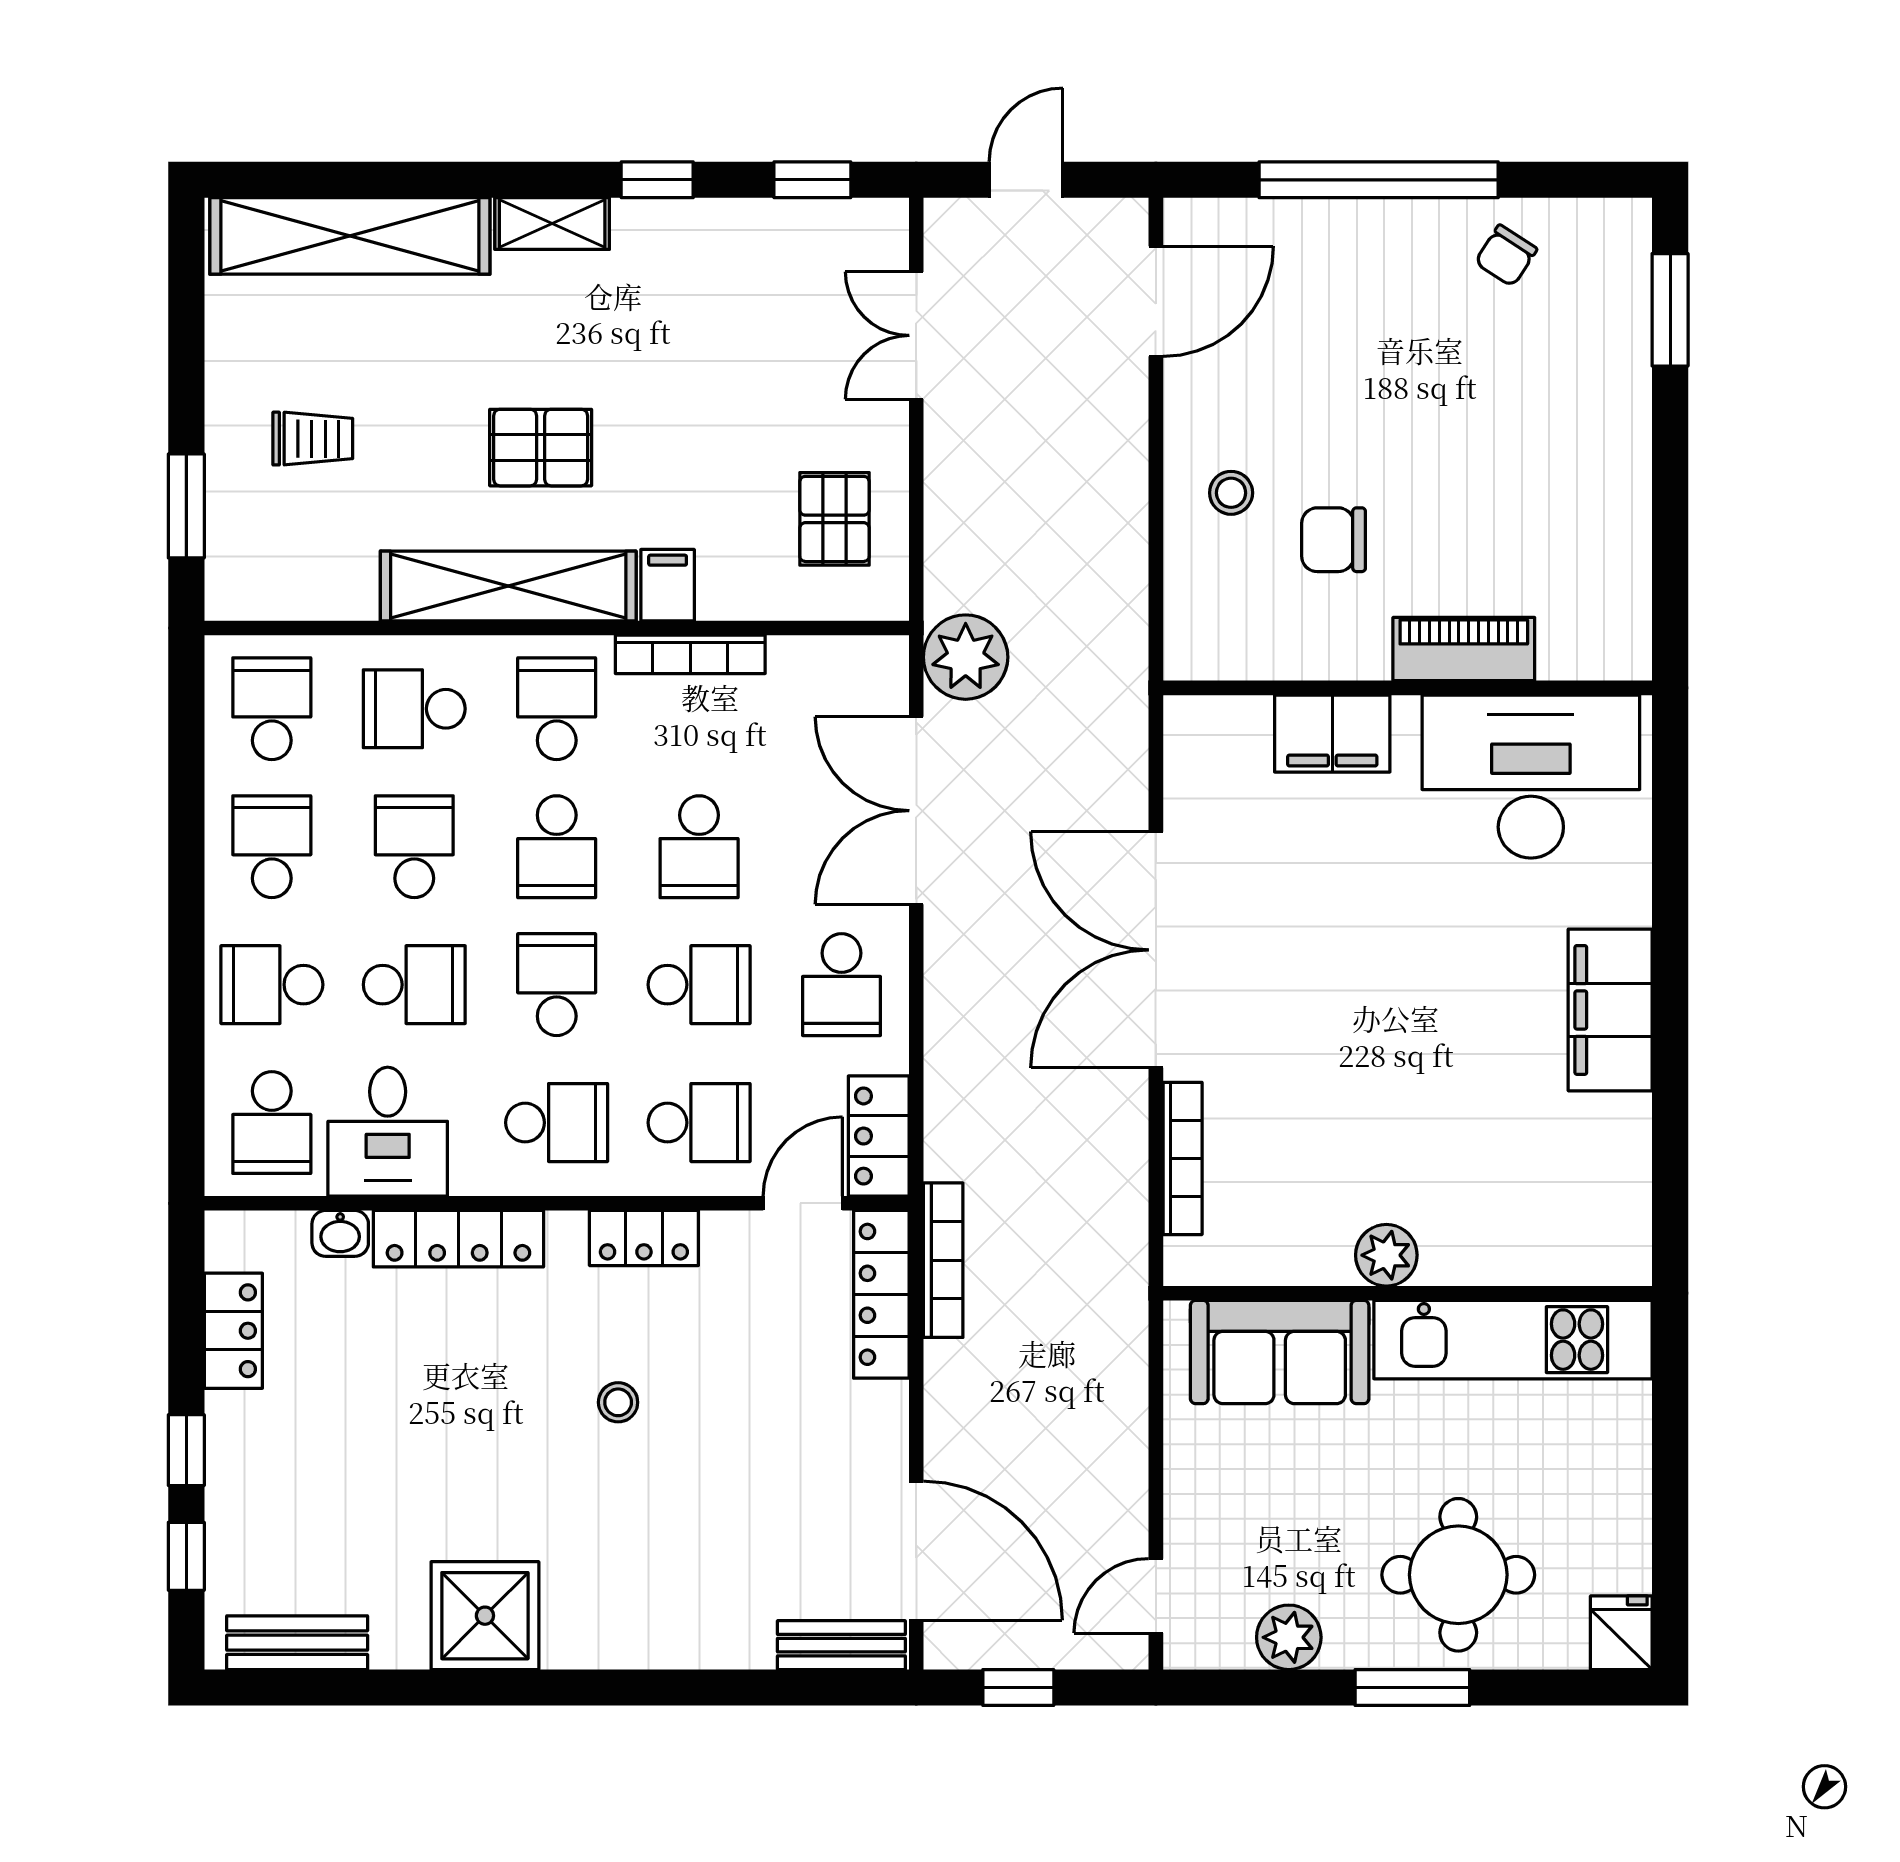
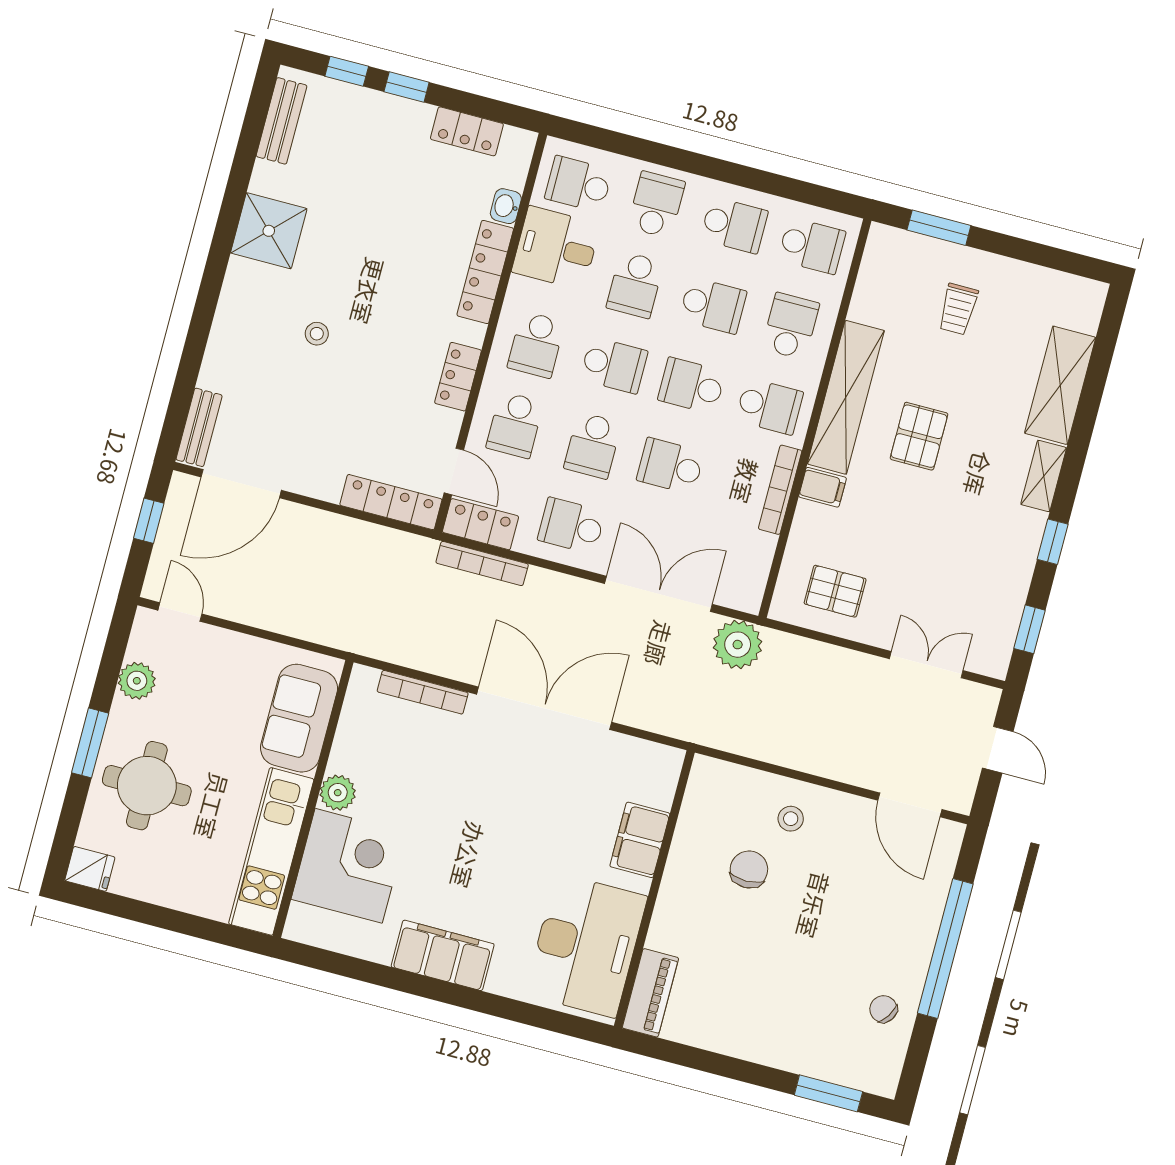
shelving: (350, 236) -> (1060, 385), width x0.68
piano: (1464, 649) -> (650, 993), moved
corner desk: (1503, 1205) -> (349, 866), added
bookcase: (943, 1260) -> (482, 564), moved
stool: (618, 1402) -> (317, 334), moved

